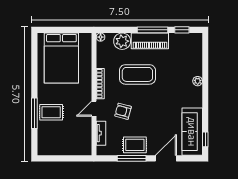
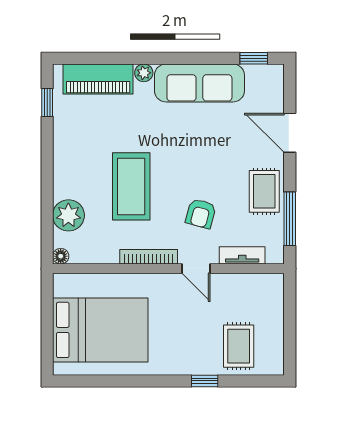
window: (153, 30) -> (47, 158), removed
piano: (150, 41) -> (98, 79), moved, turned 90
rug: (51, 112) -> (239, 346), moved
window: (34, 113) -> (205, 381), width x0.46
sofa: (192, 132) -> (199, 83), moved
window: (132, 158) -> (290, 219), moved

